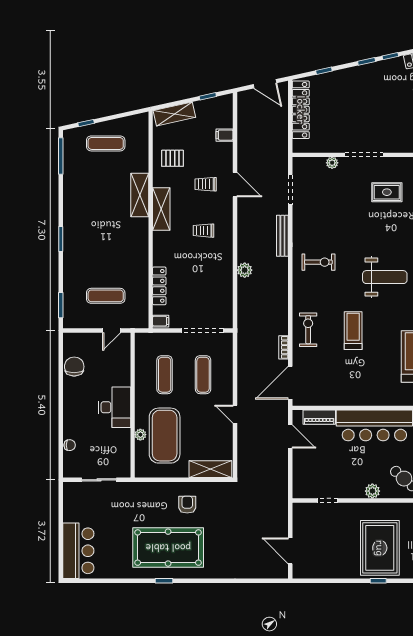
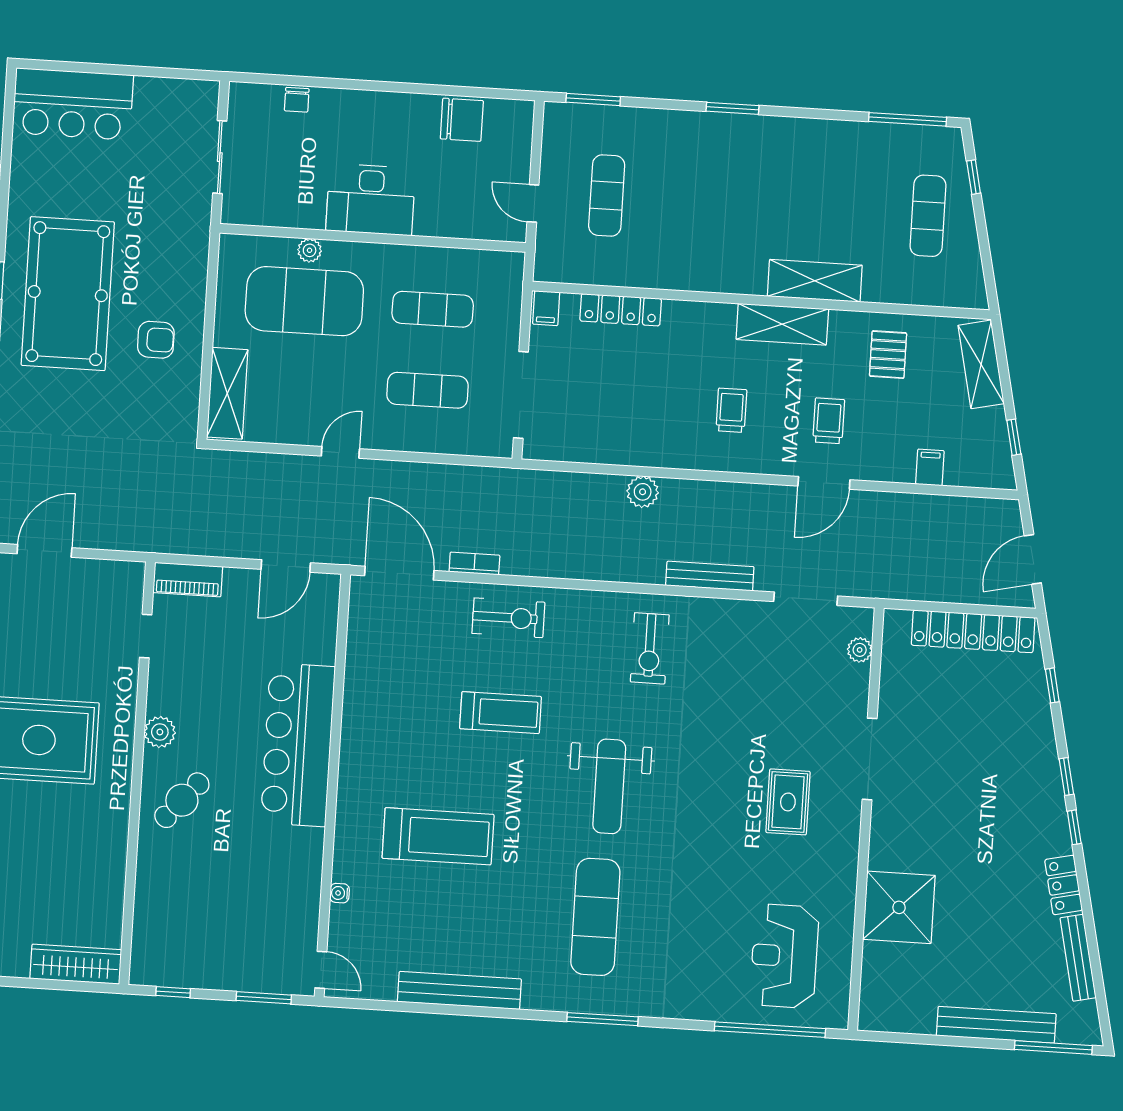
plant: (332, 163) -> (860, 650), moved
piano: (319, 417) -> (188, 580), moved, turned -90

